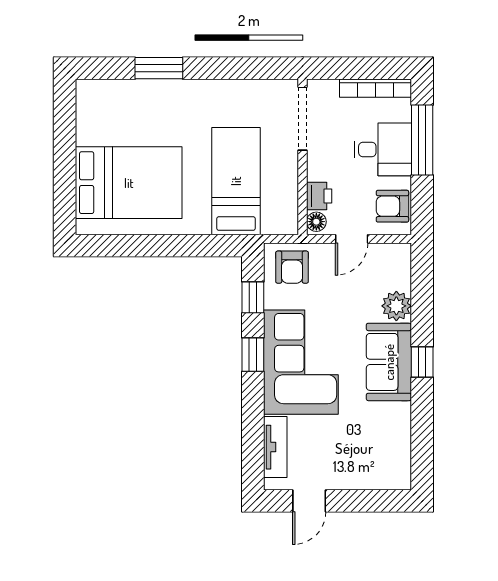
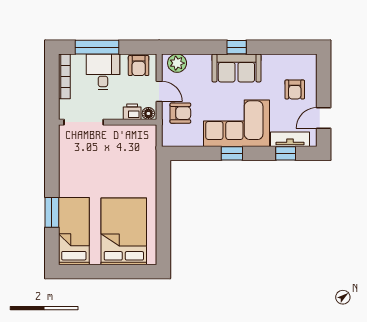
bed: (236, 181) -> (74, 231), moved, turned 90
armchair: (292, 267) -> (180, 113), moved
window: (253, 297) -> (286, 153), moved
plant: (396, 306) -> (177, 63), moved
armchair: (354, 455) -> (295, 90), added
door: (309, 501) -> (324, 118), swing flipped

